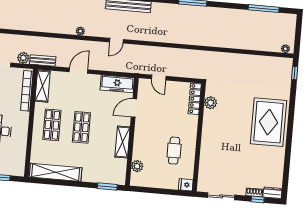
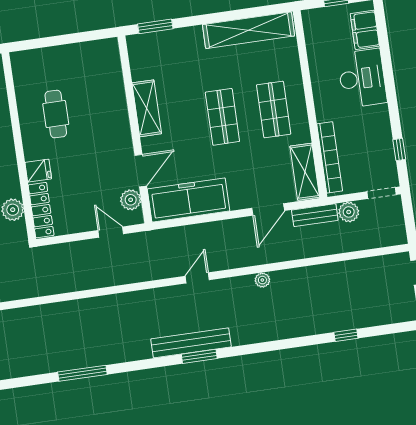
door: (79, 71) -> (268, 209), moved
freezer: (117, 84) -> (189, 200), width x1.36, depth x1.26
plant: (137, 166) -> (131, 200), moved
fridge: (186, 185) -> (38, 171), moved

